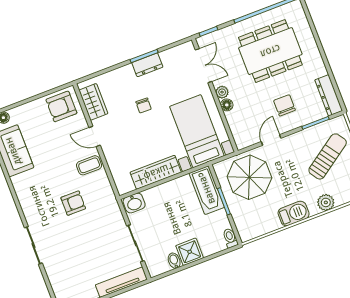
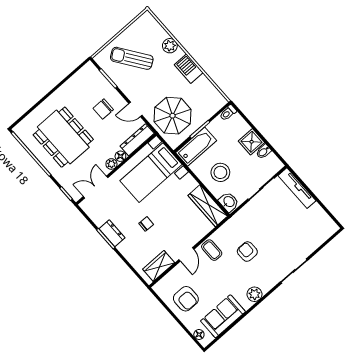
dresser: (329, 95) -> (137, 140), moved, turned 180
armchair: (61, 106) -> (186, 299), moved
wardrobe: (156, 172) -> (208, 206), moved
plant: (24, 194) -> (254, 294), added
stool: (169, 206) -> (220, 172), added

